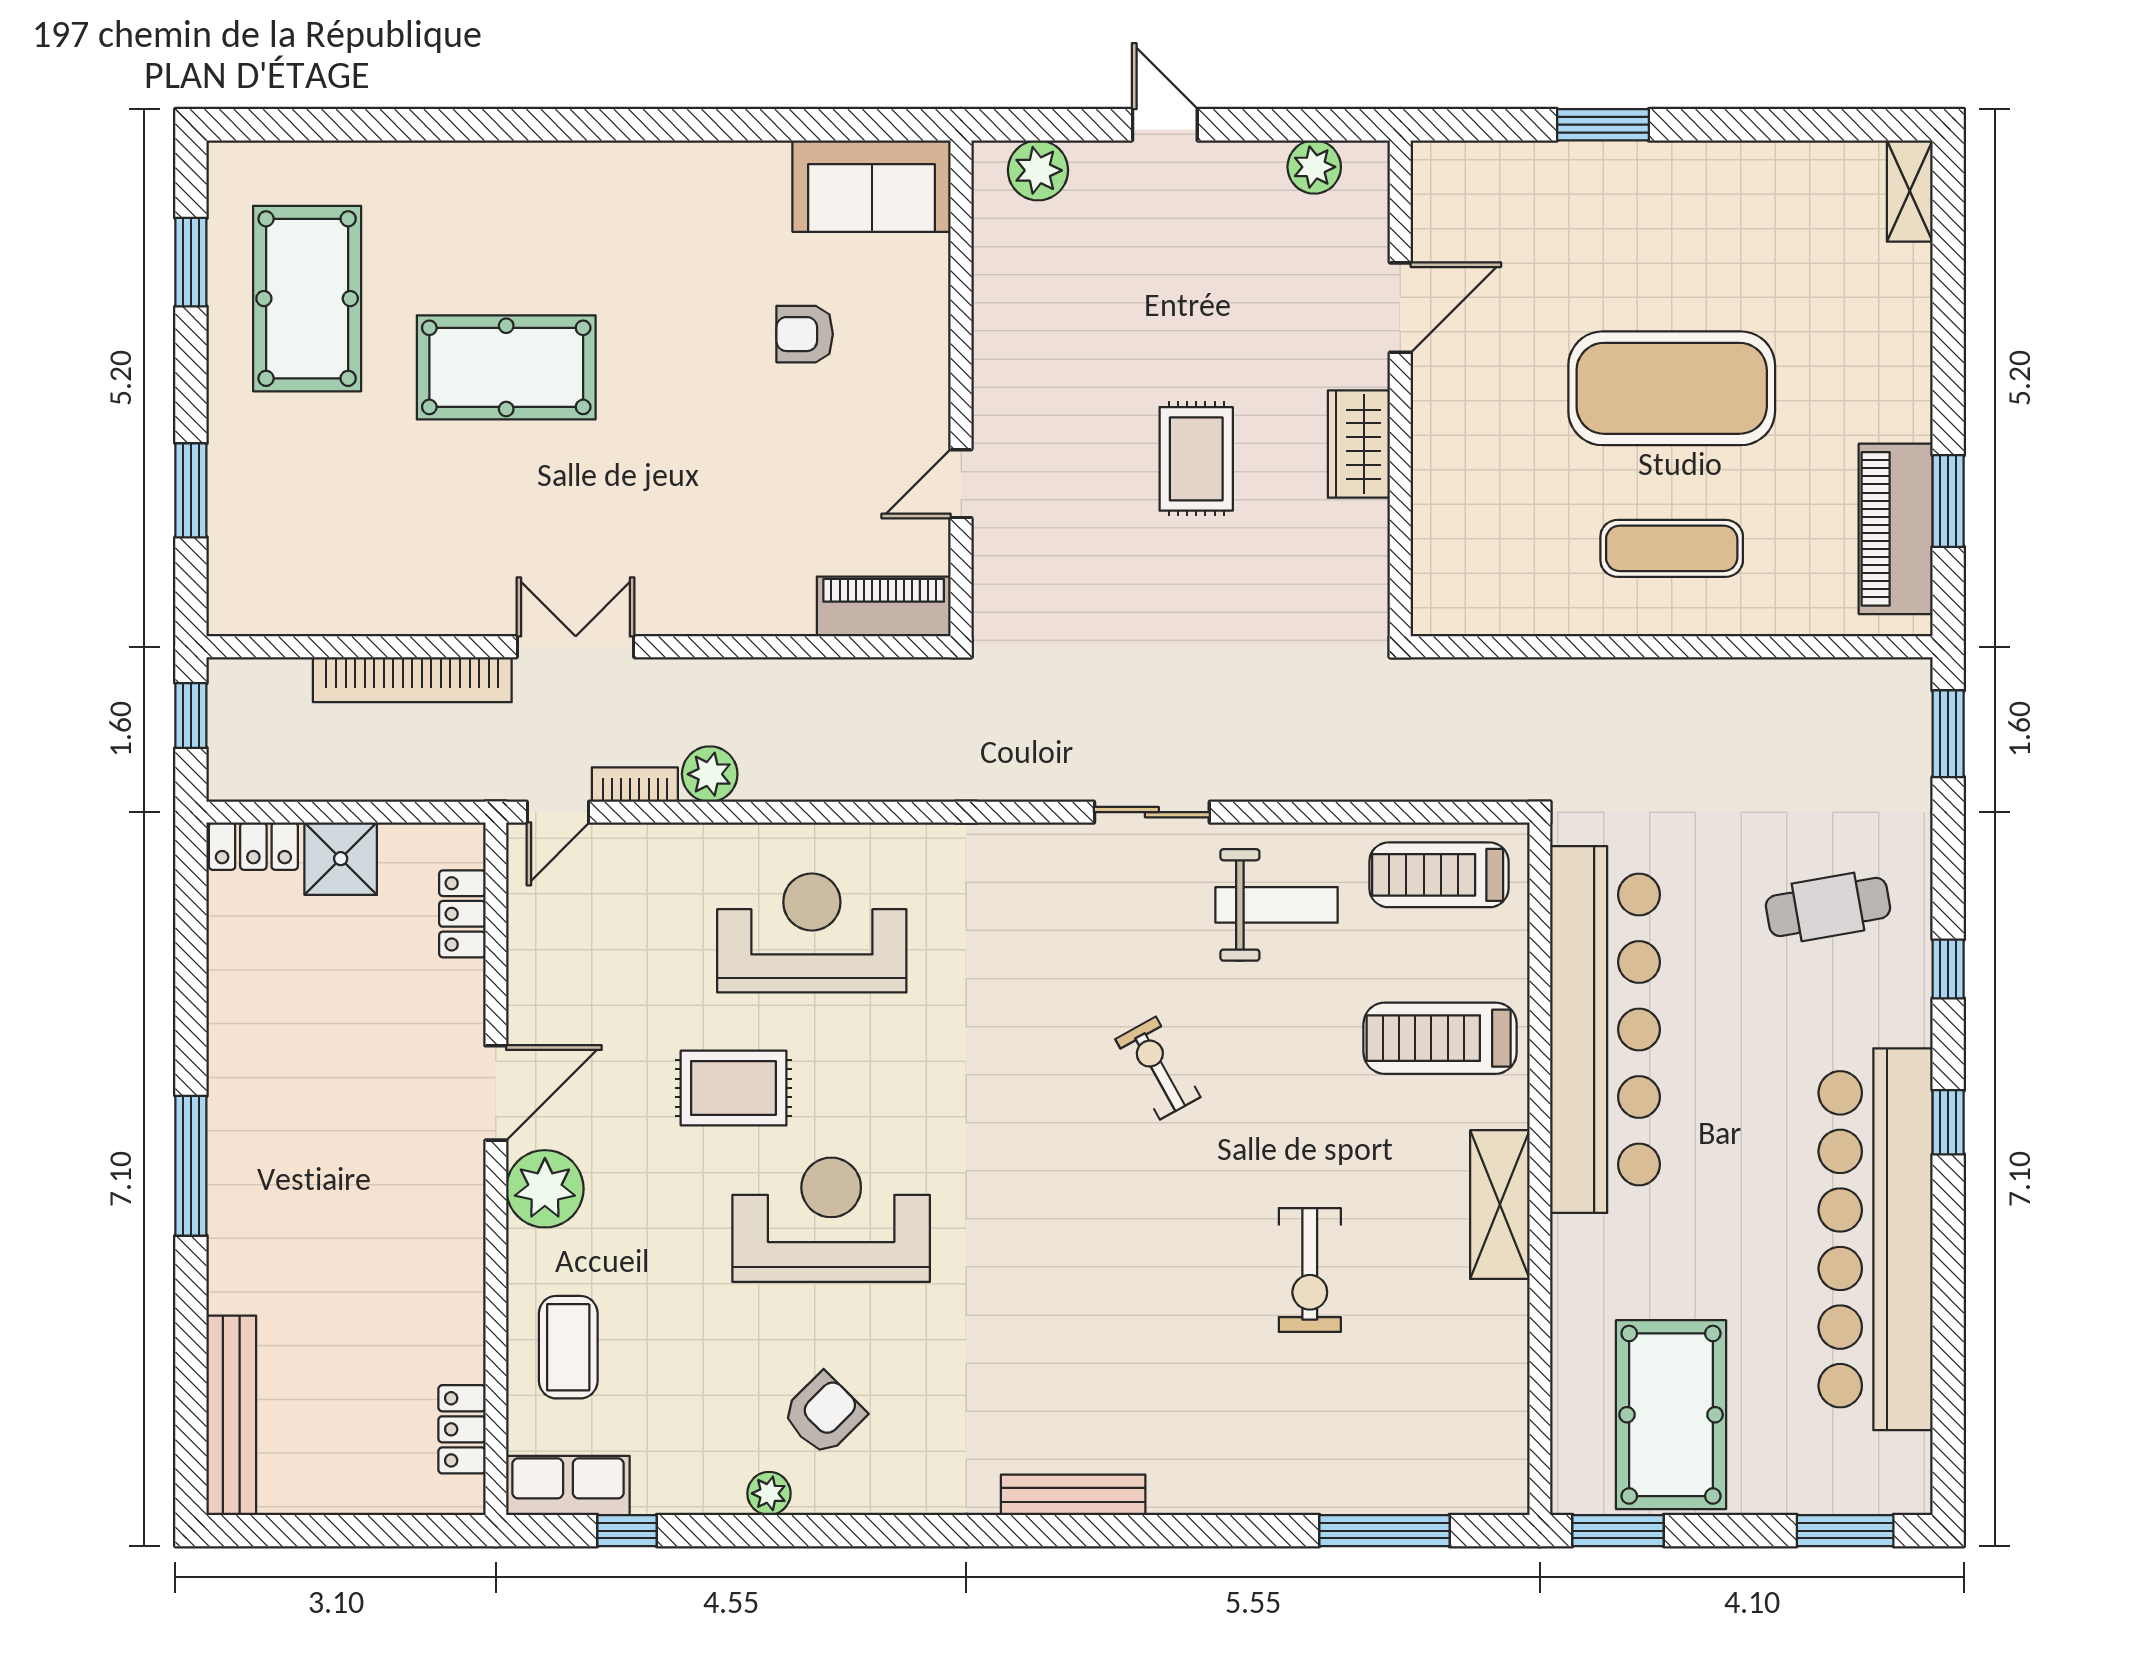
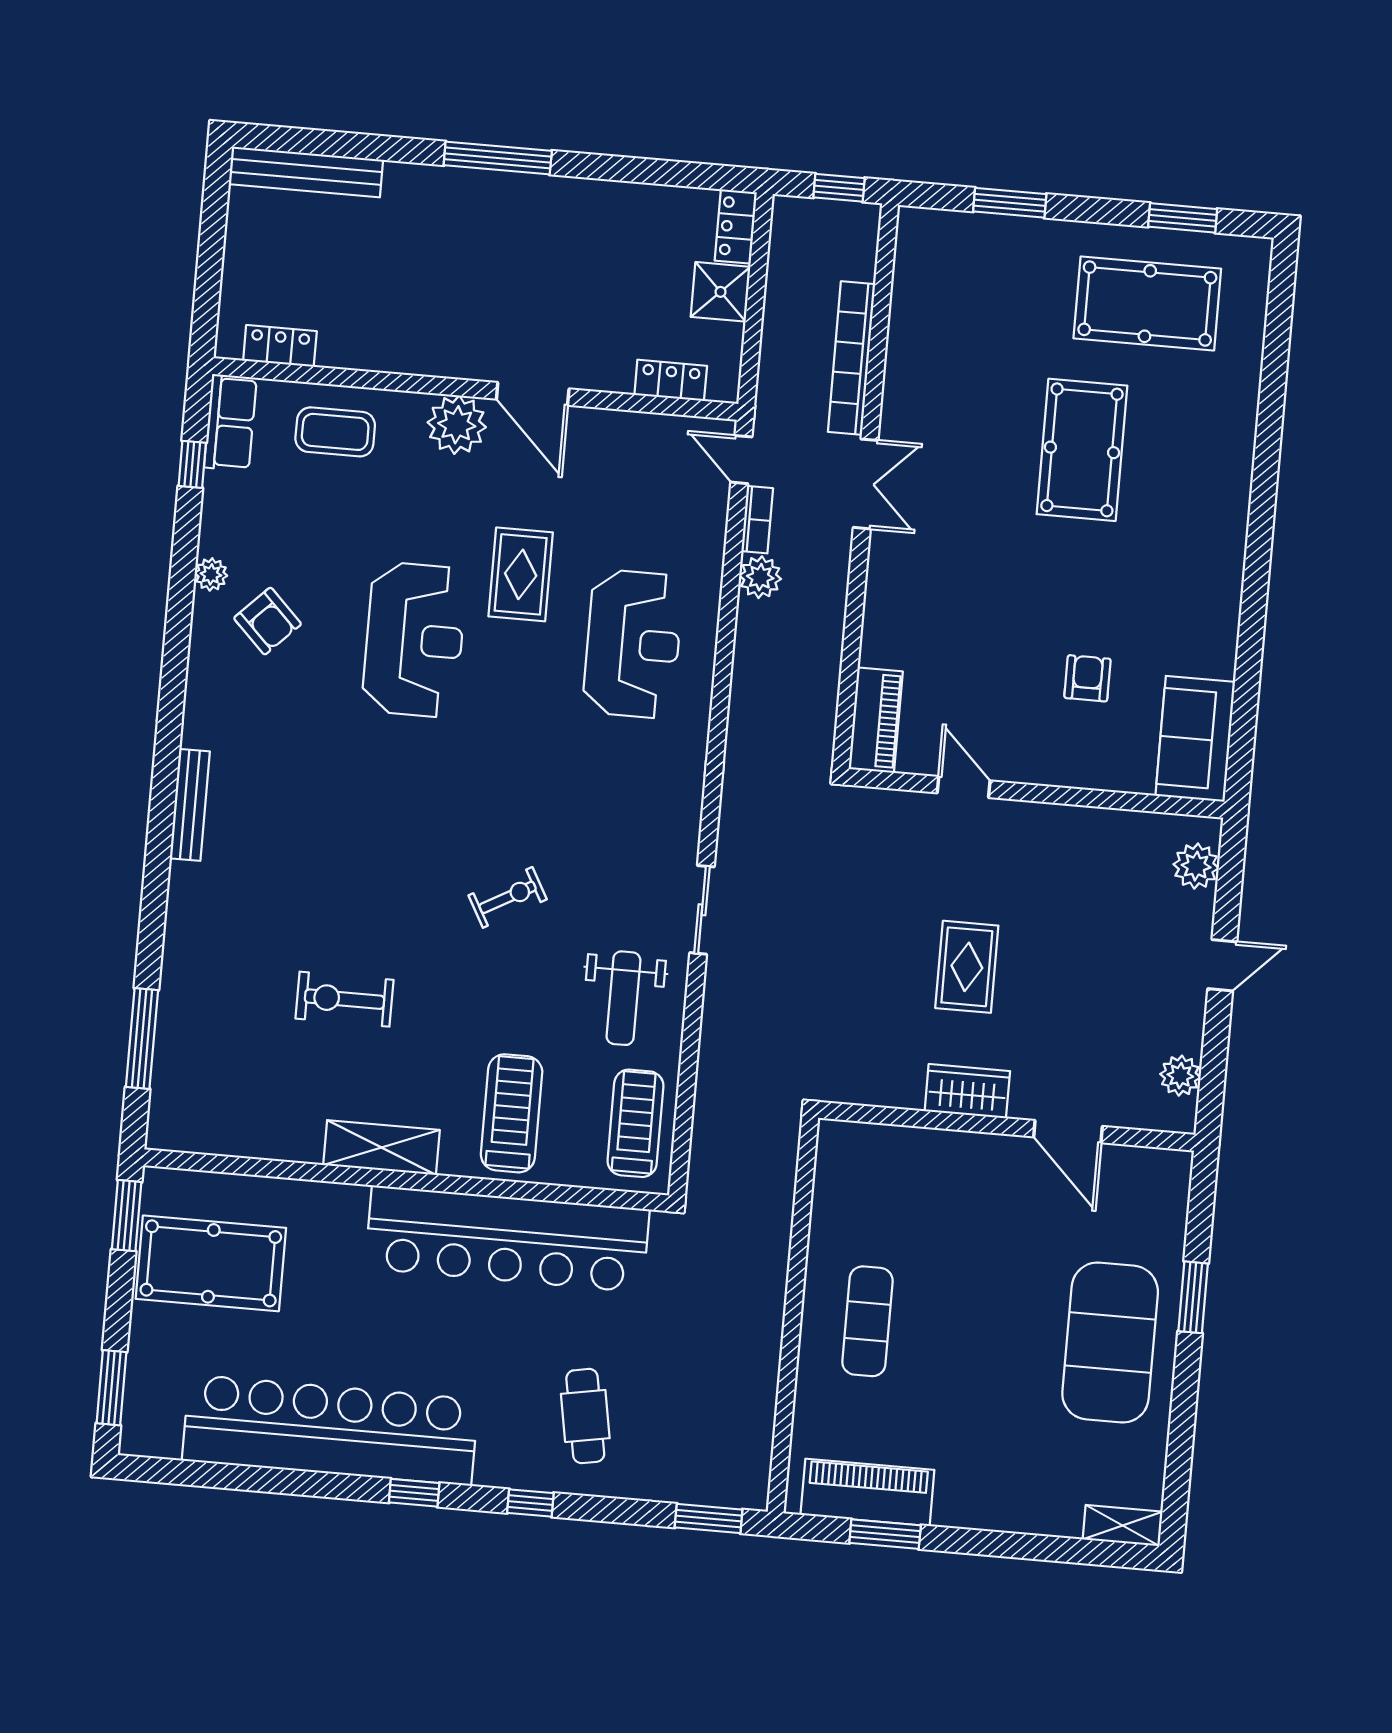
exercise mat: (1672, 388) -> (1110, 1343), moved
rug: (1196, 459) -> (967, 967), turned 90

